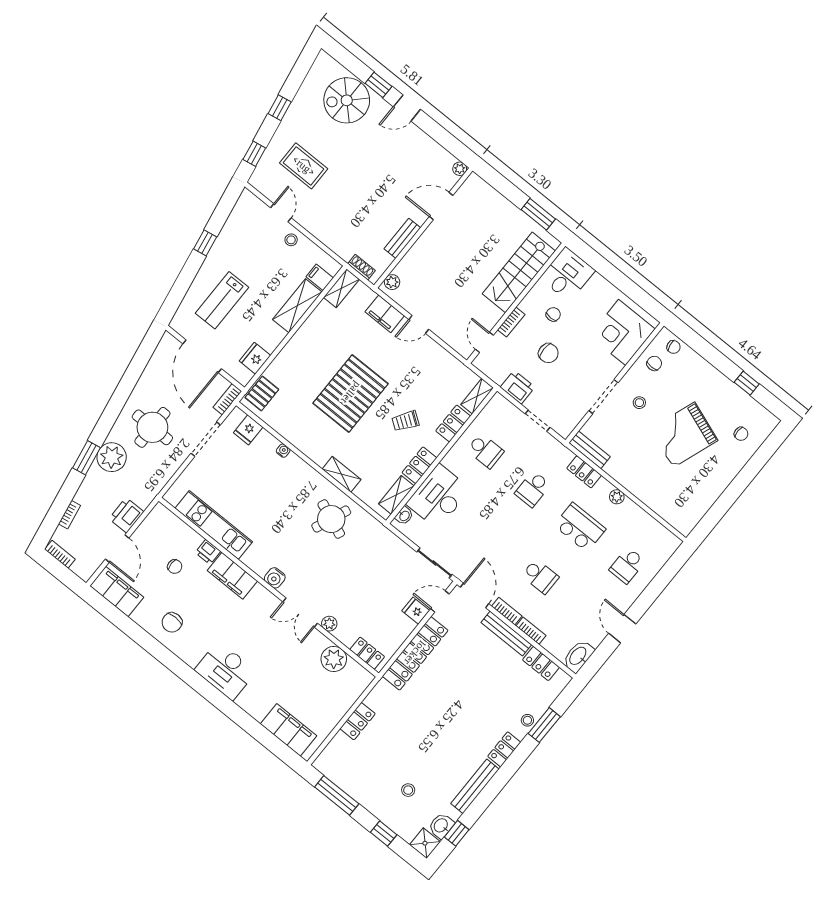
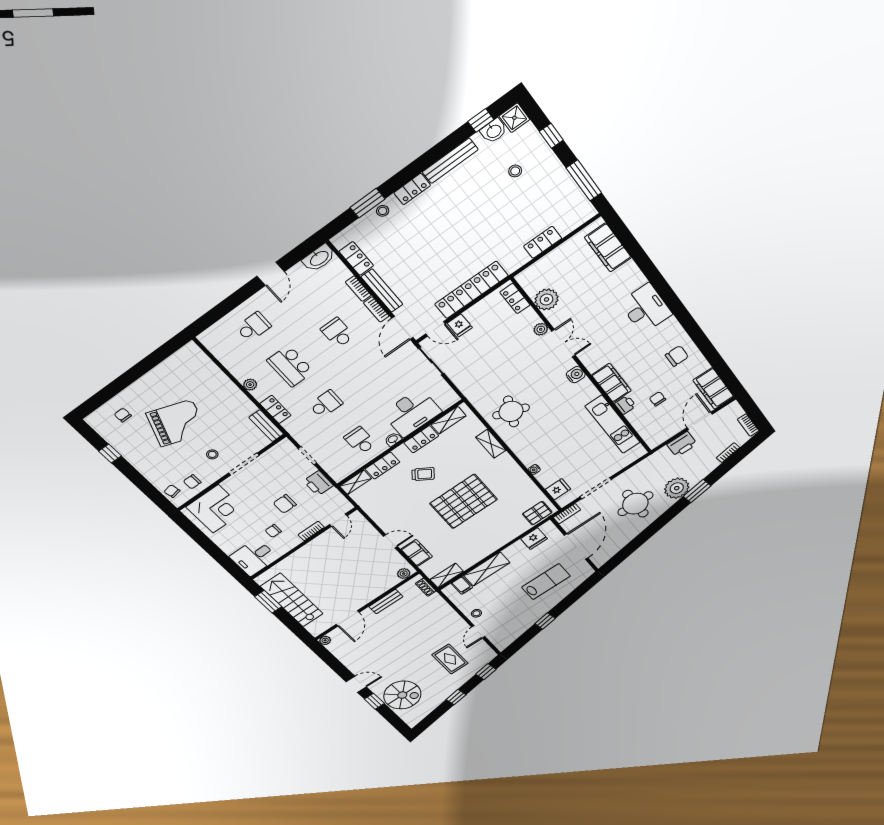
door: (441, 206) -> (348, 618), hinge flipped
stairs: (519, 272) -> (292, 600), moved, turned -90
chair: (548, 353) -> (285, 504), turned -90
washbasin: (404, 516) -> (393, 439), moved

